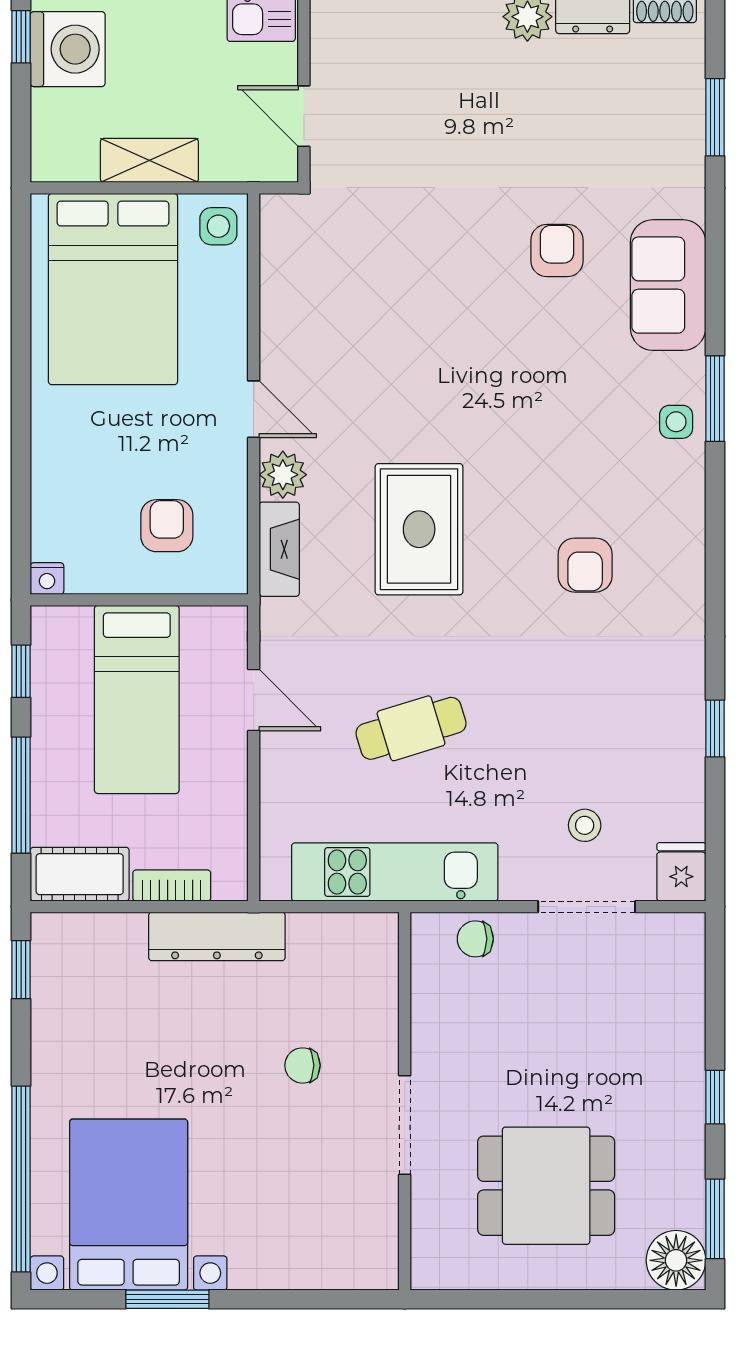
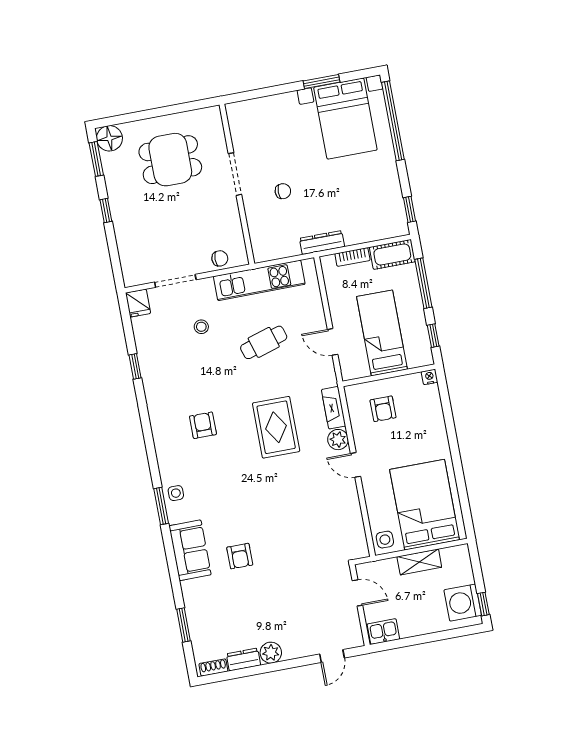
stool: (585, 825) -> (201, 327), moved
dresser: (217, 936) -> (322, 242), width x0.73, depth x0.80

